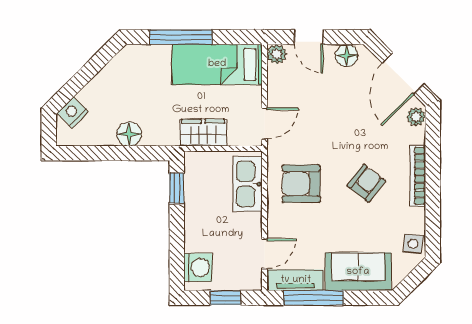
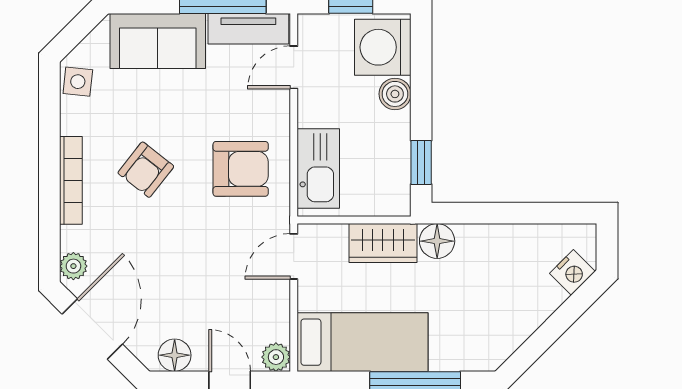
floor lamp: (129, 134) -> (437, 241), moved
boiler: (195, 235) -> (395, 94), added
washing machine: (198, 267) -> (383, 47), width x1.37, depth x1.37

